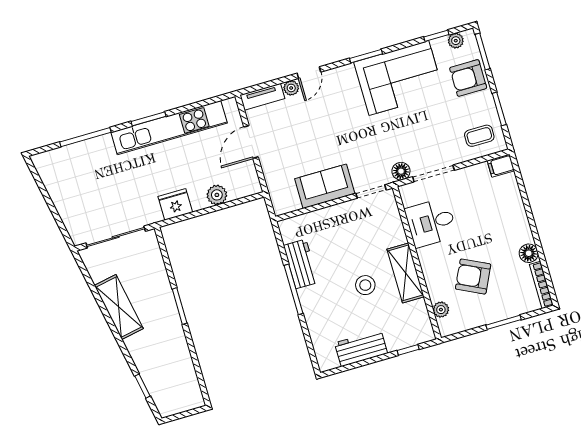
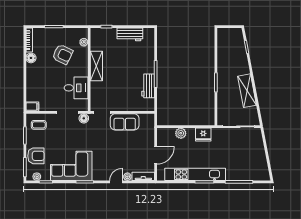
stool: (365, 285) -> (119, 66), removed

